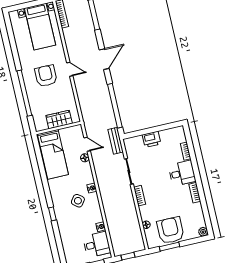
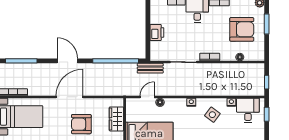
door: (70, 69) -> (69, 97), width x1.87
armchair: (46, 76) -> (81, 124), moved
side table: (78, 201) -> (212, 115), moved
armchair: (170, 230) -> (242, 29), moved, turned 180
window: (170, 247) -> (267, 24), moved

